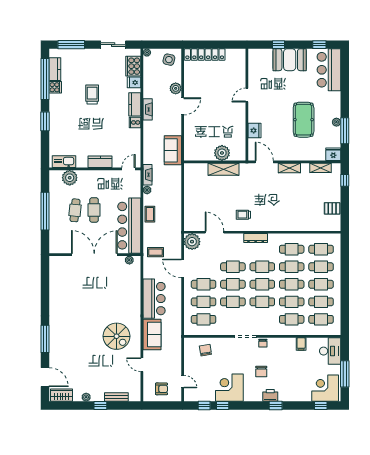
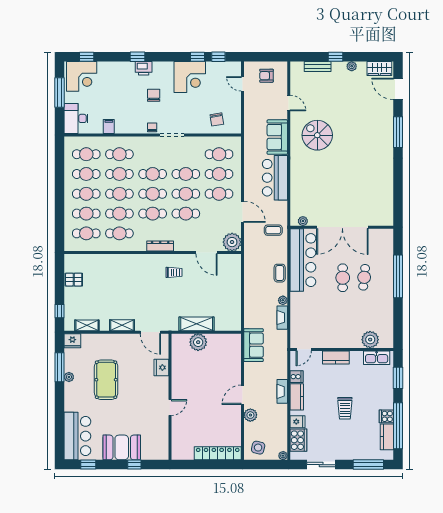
kitchen sink: (64, 162) -> (377, 358), moved
kitchen counter: (100, 162) -> (336, 357), moved
wall: (95, 169) -> (342, 349), moved
door: (129, 169) -> (304, 349), moved
plant: (70, 178) -> (370, 340), moved

